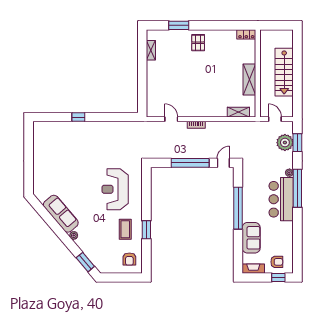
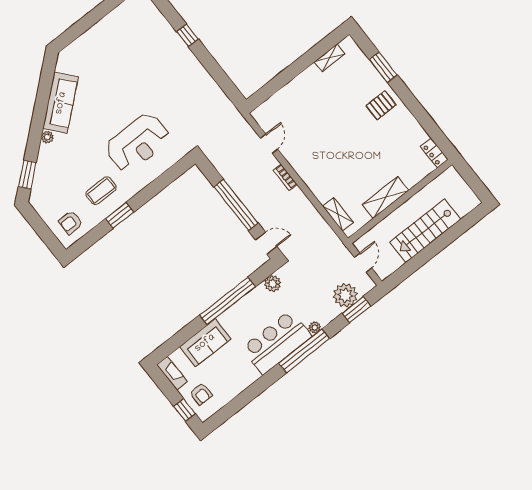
plant: (248, 177) -> (273, 284), added
reception desk: (115, 189) -> (138, 143), turned 180

